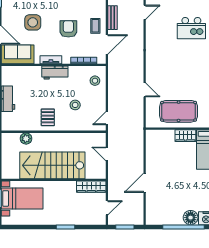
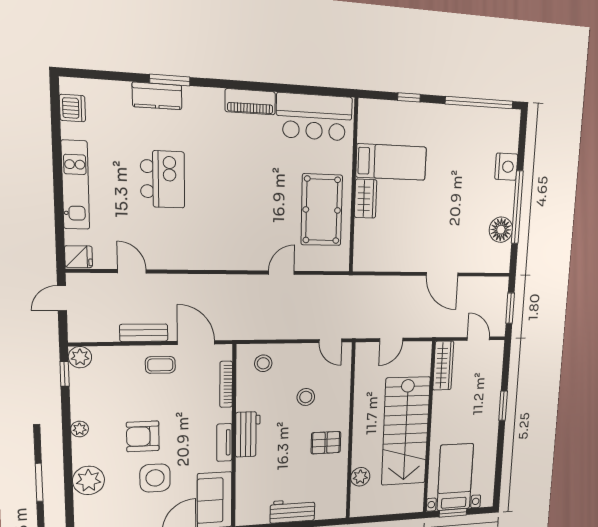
armchair: (68, 29) -> (143, 436), moved
floor lamp: (191, 218) -> (501, 230), moved

